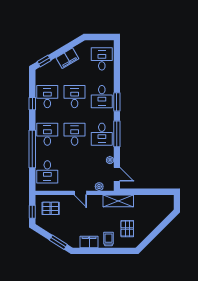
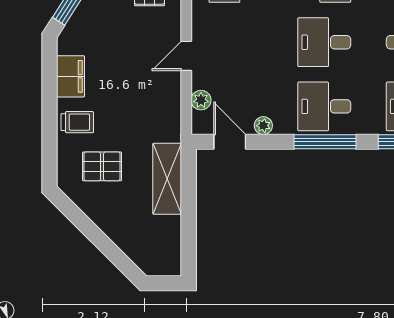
desk: (75, 134) -> (324, 42), turned 180
door: (117, 174) -> (230, 142), swing flipped
shelving: (118, 201) -> (167, 179), moved

